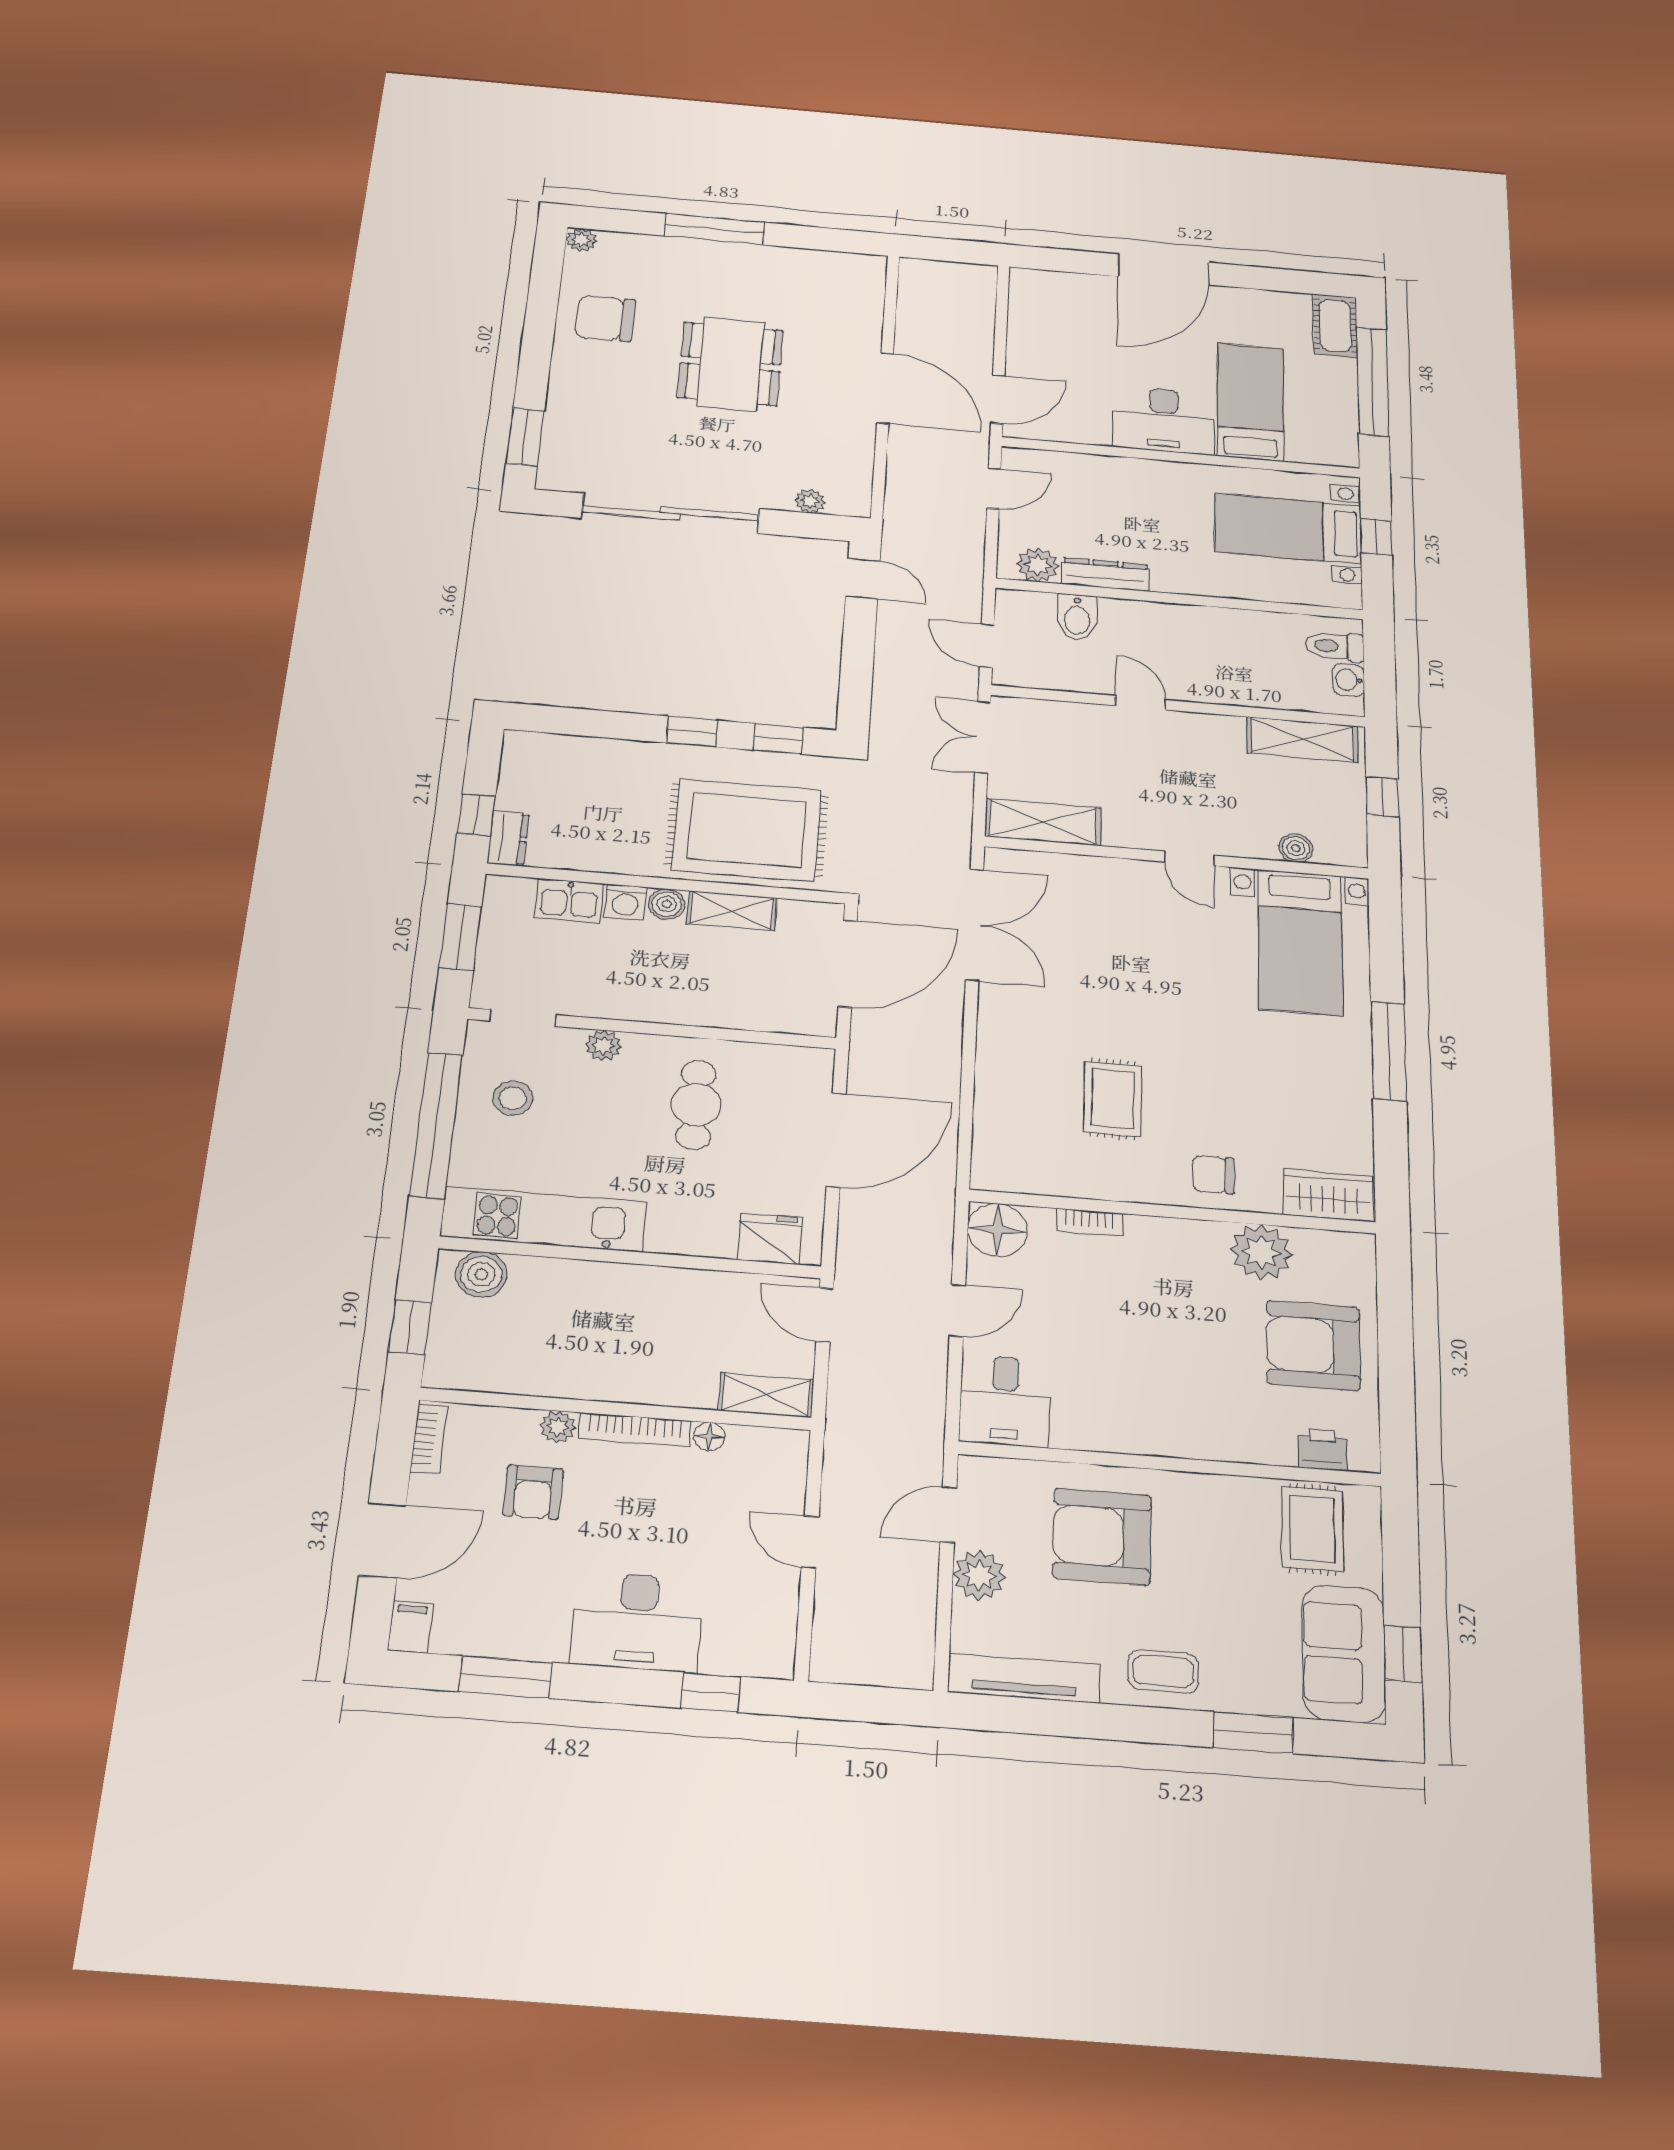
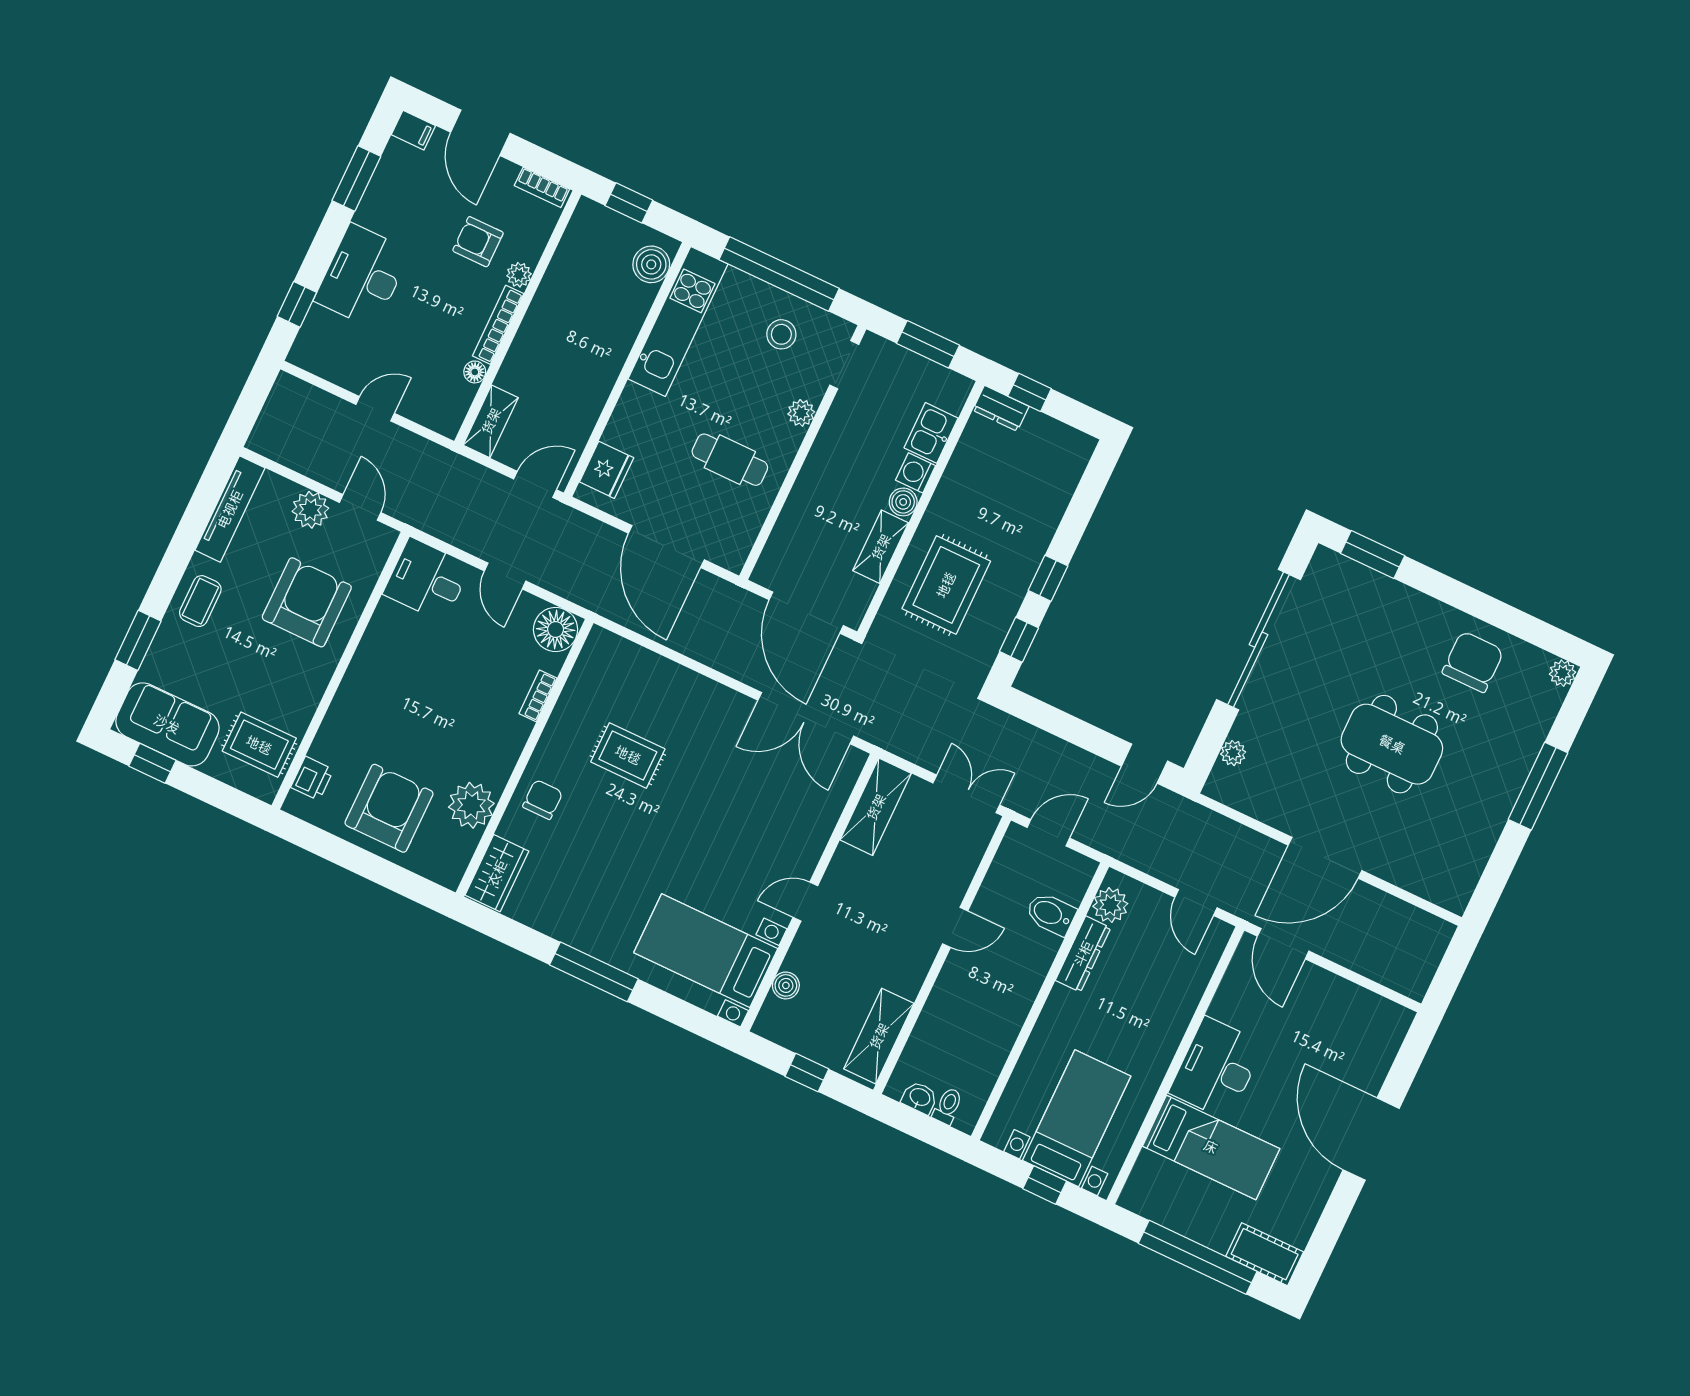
toilet: (1335, 646) -> (948, 1106), width x0.73, depth x0.72
rug: (747, 830) -> (946, 585), width x0.73, depth x0.69

